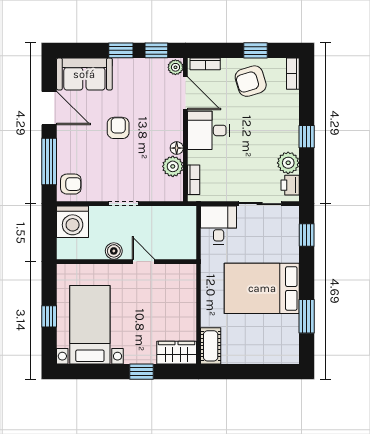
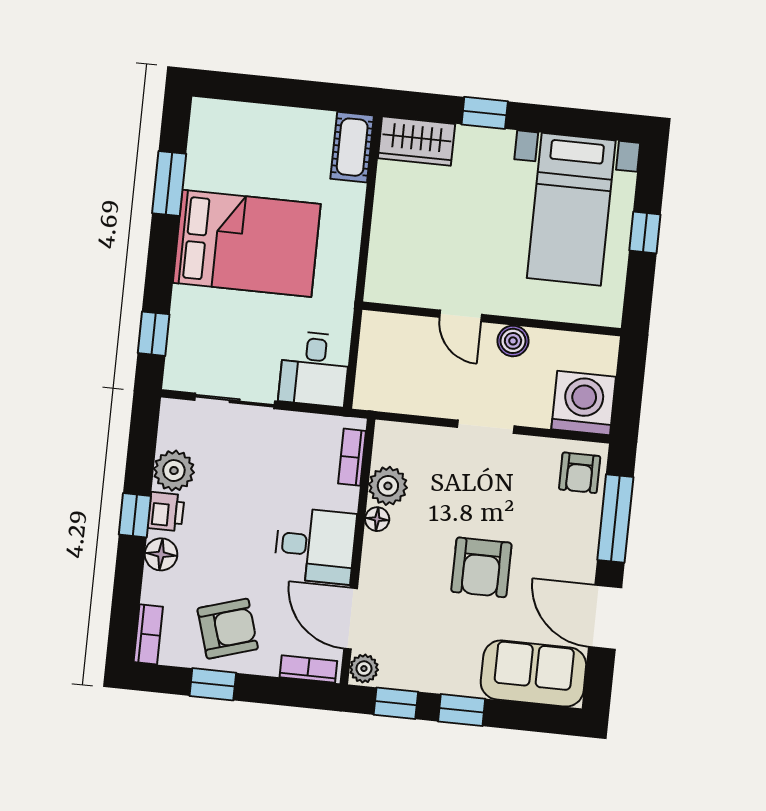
floor lamp: (290, 117) -> (161, 554), added
armchair: (118, 128) -> (481, 567), width x1.38, depth x1.38
armchair: (71, 184) -> (580, 473), turned -90
printer: (290, 185) -> (166, 512), moved

